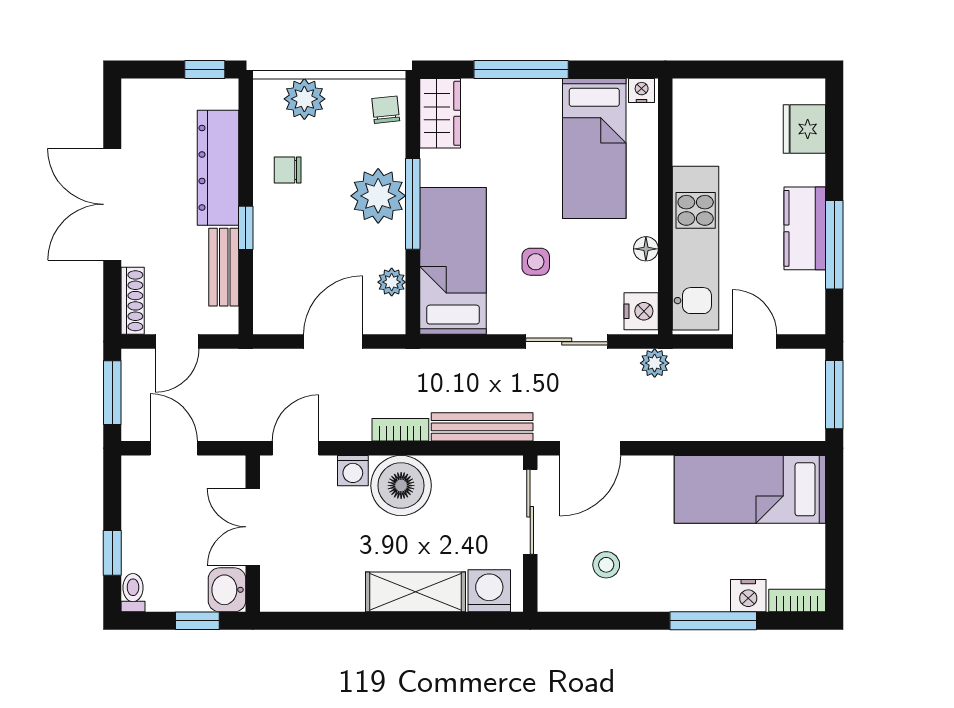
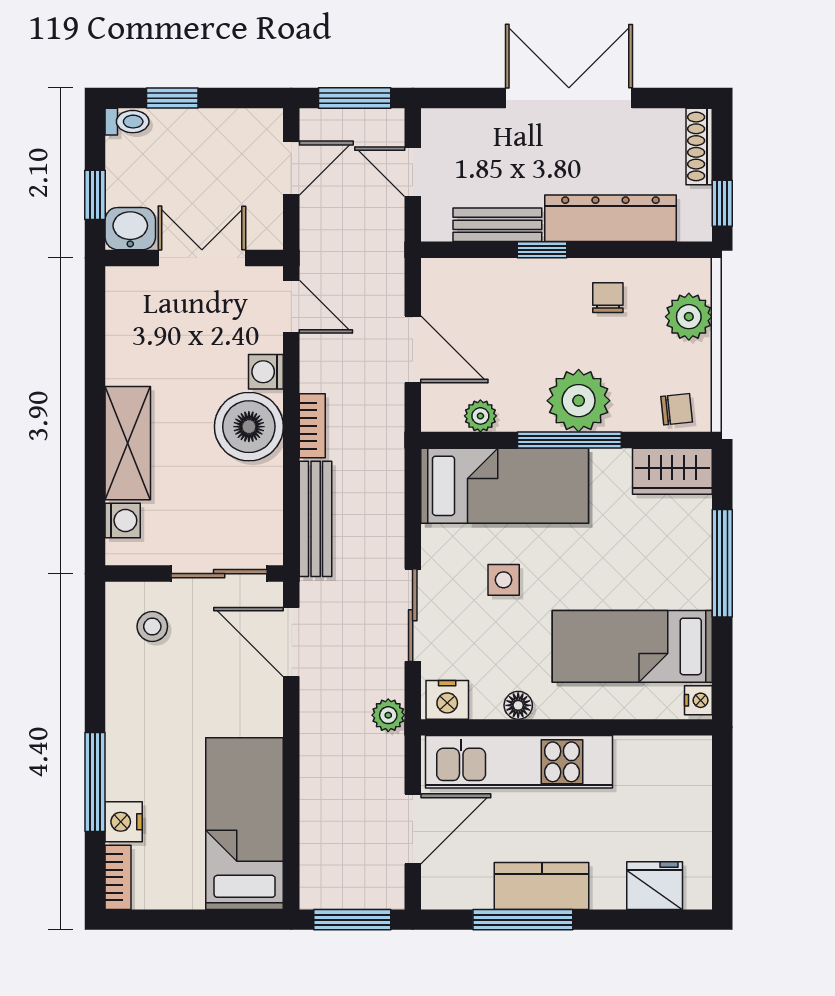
shoe rack: (133, 301) -> (699, 146), moved, turned 90
door: (755, 342) -> (413, 829), width x1.38
stool: (606, 565) -> (152, 626), moved
washing machine: (489, 591) -> (123, 520), width x0.73, depth x0.73

